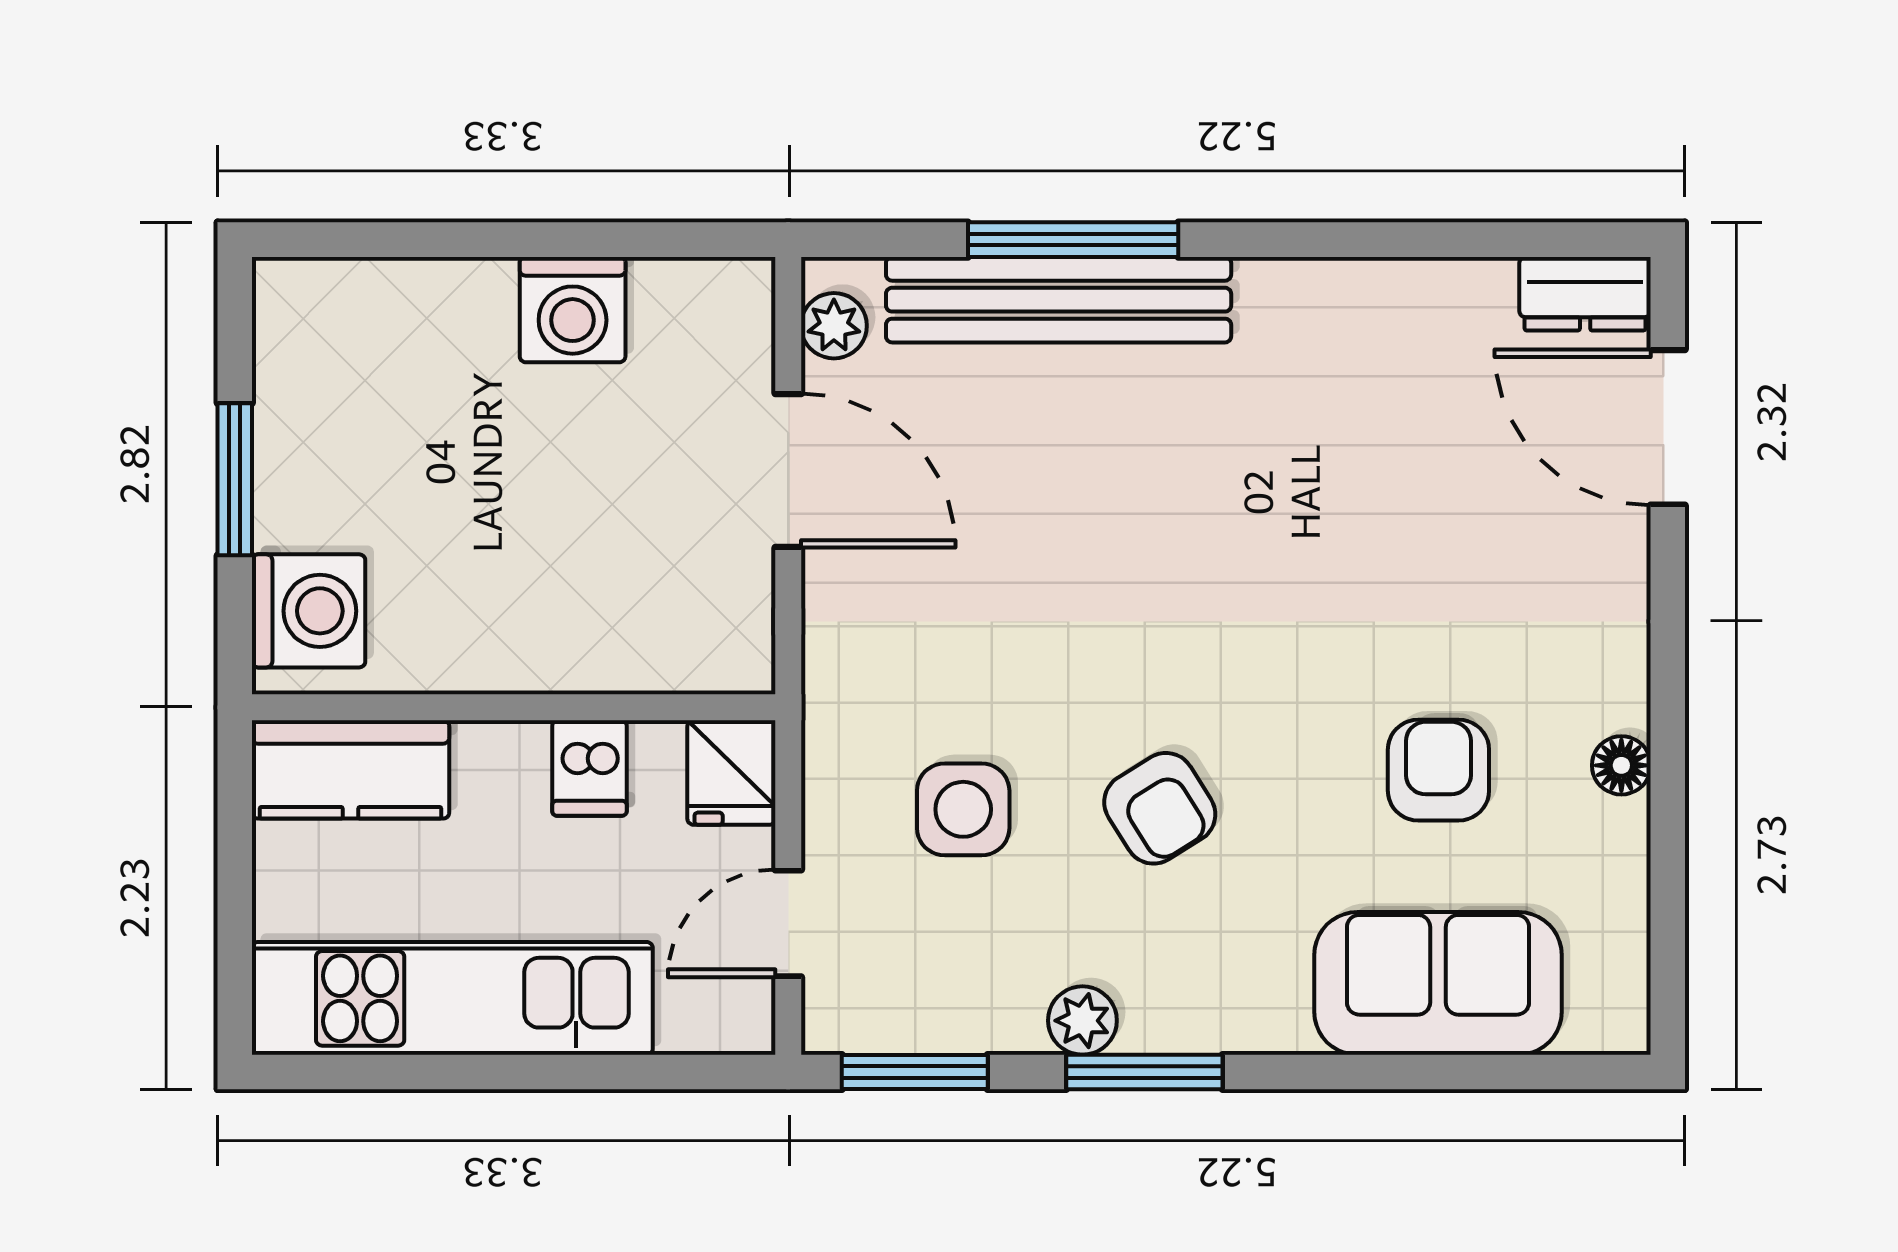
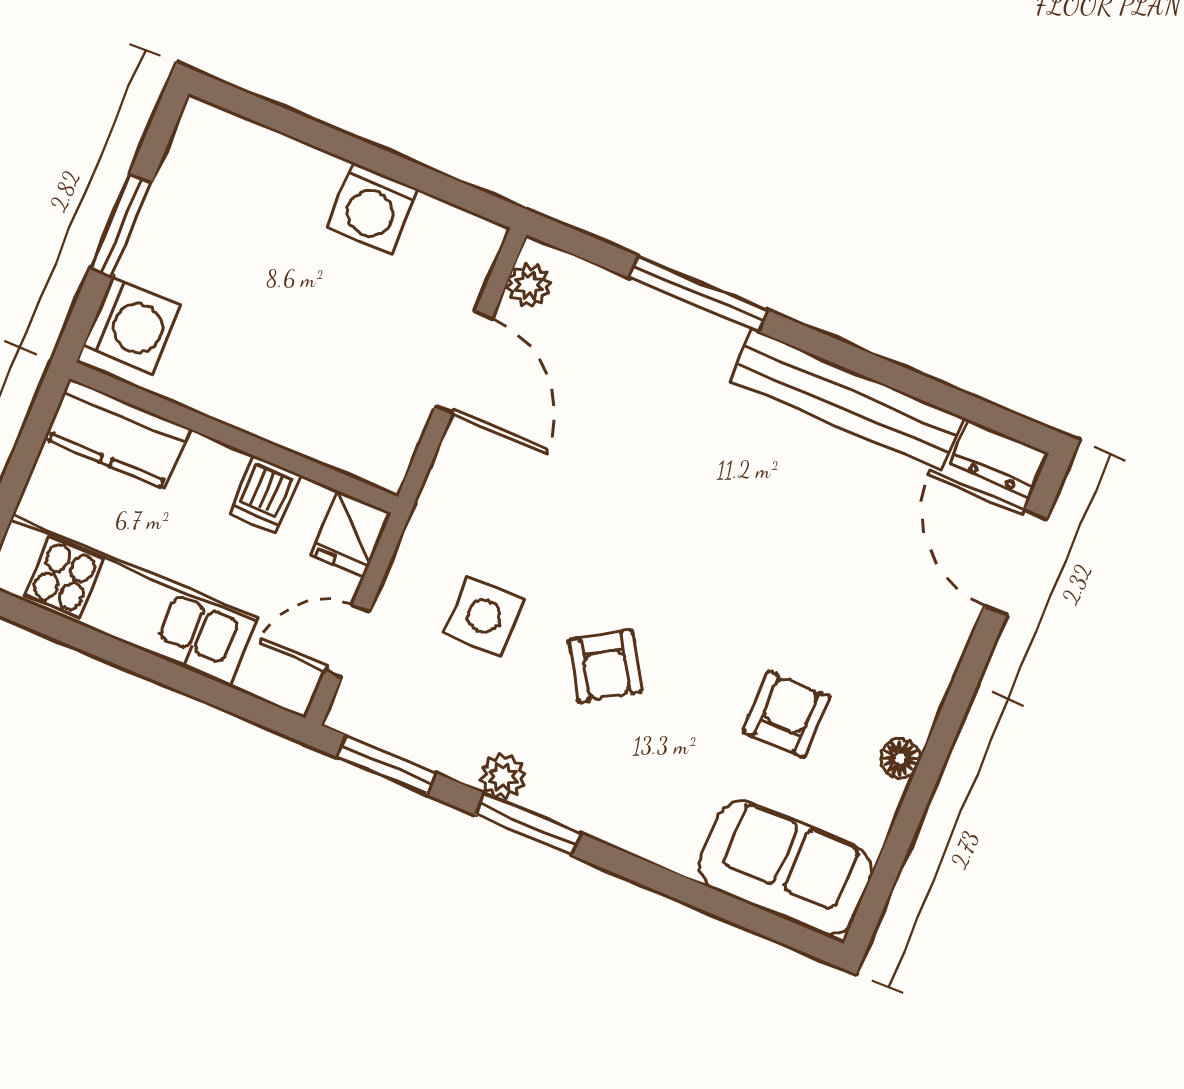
bench: (1059, 300) -> (847, 400), moved
sofa: (1438, 983) -> (786, 868), moved

